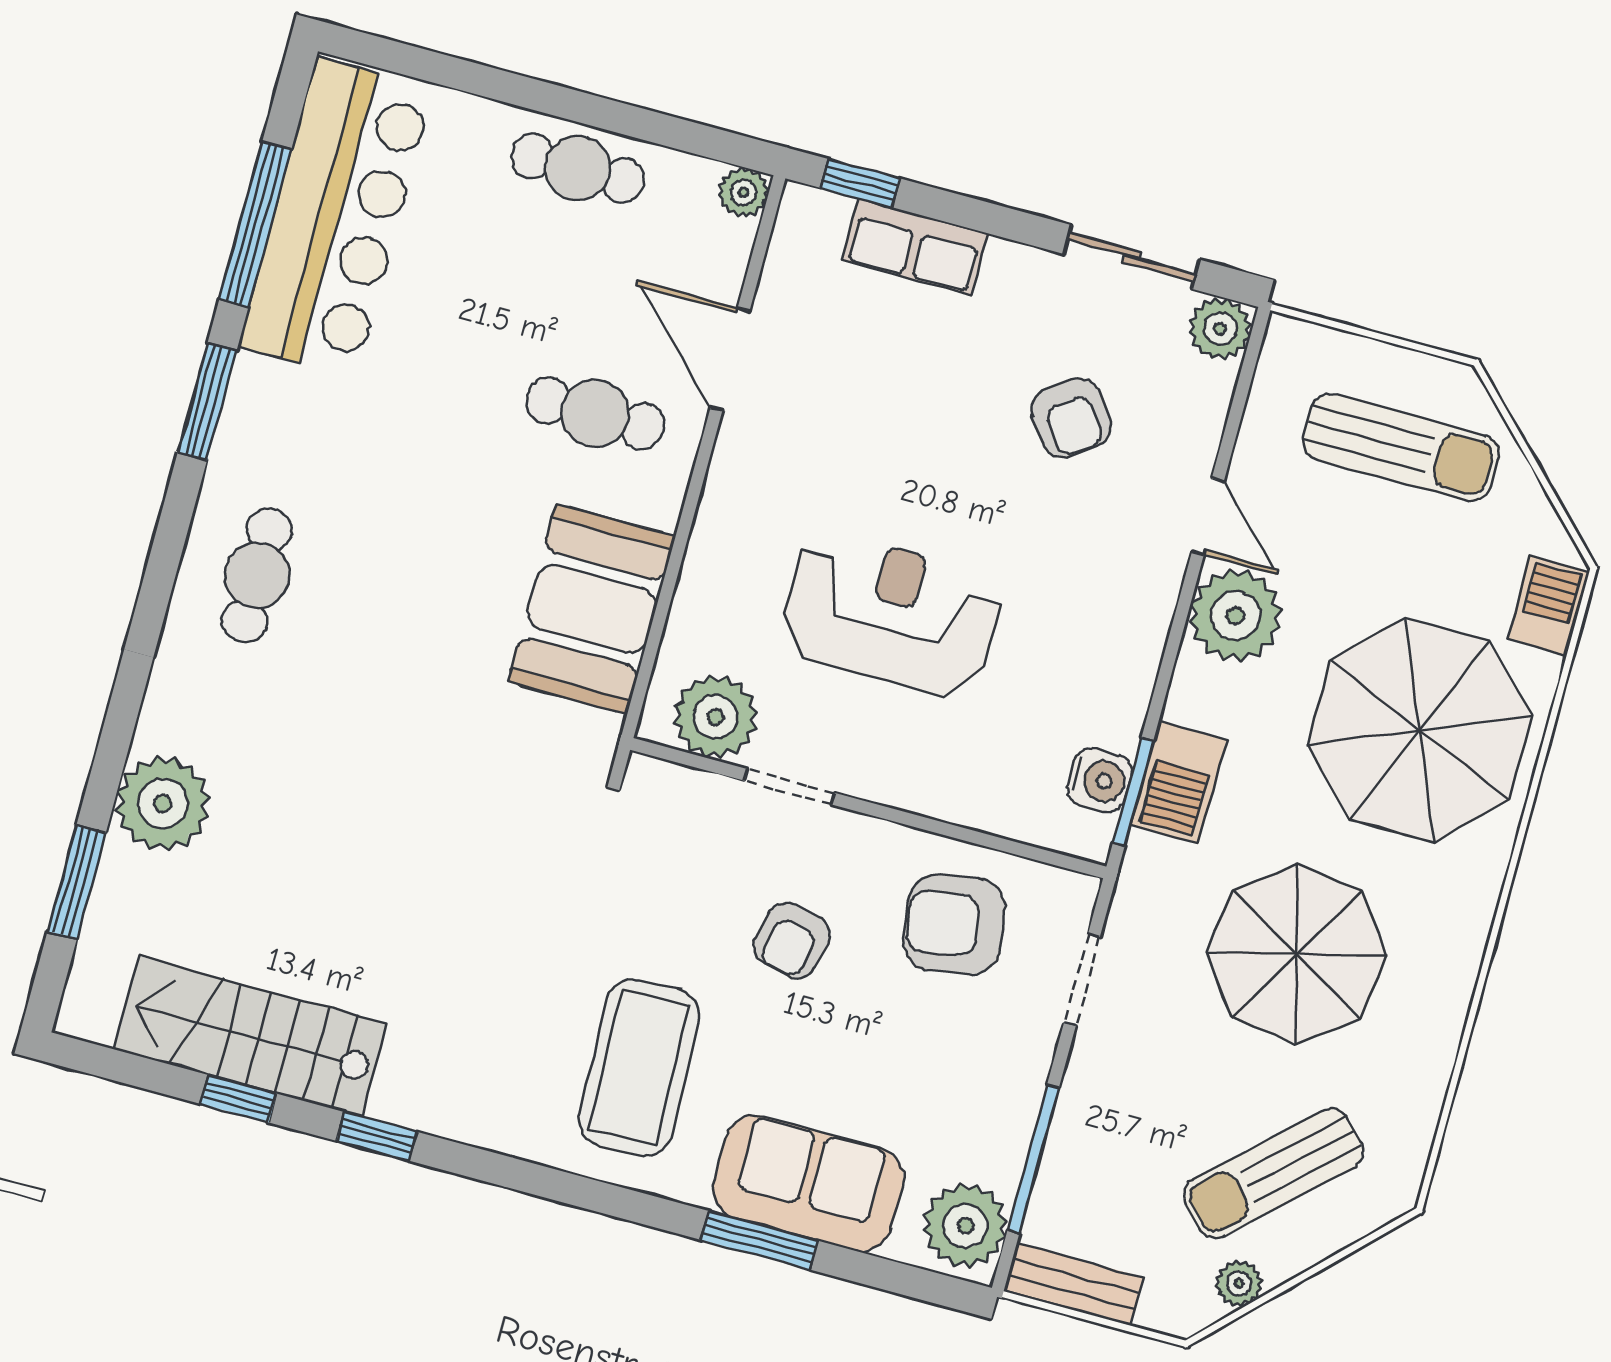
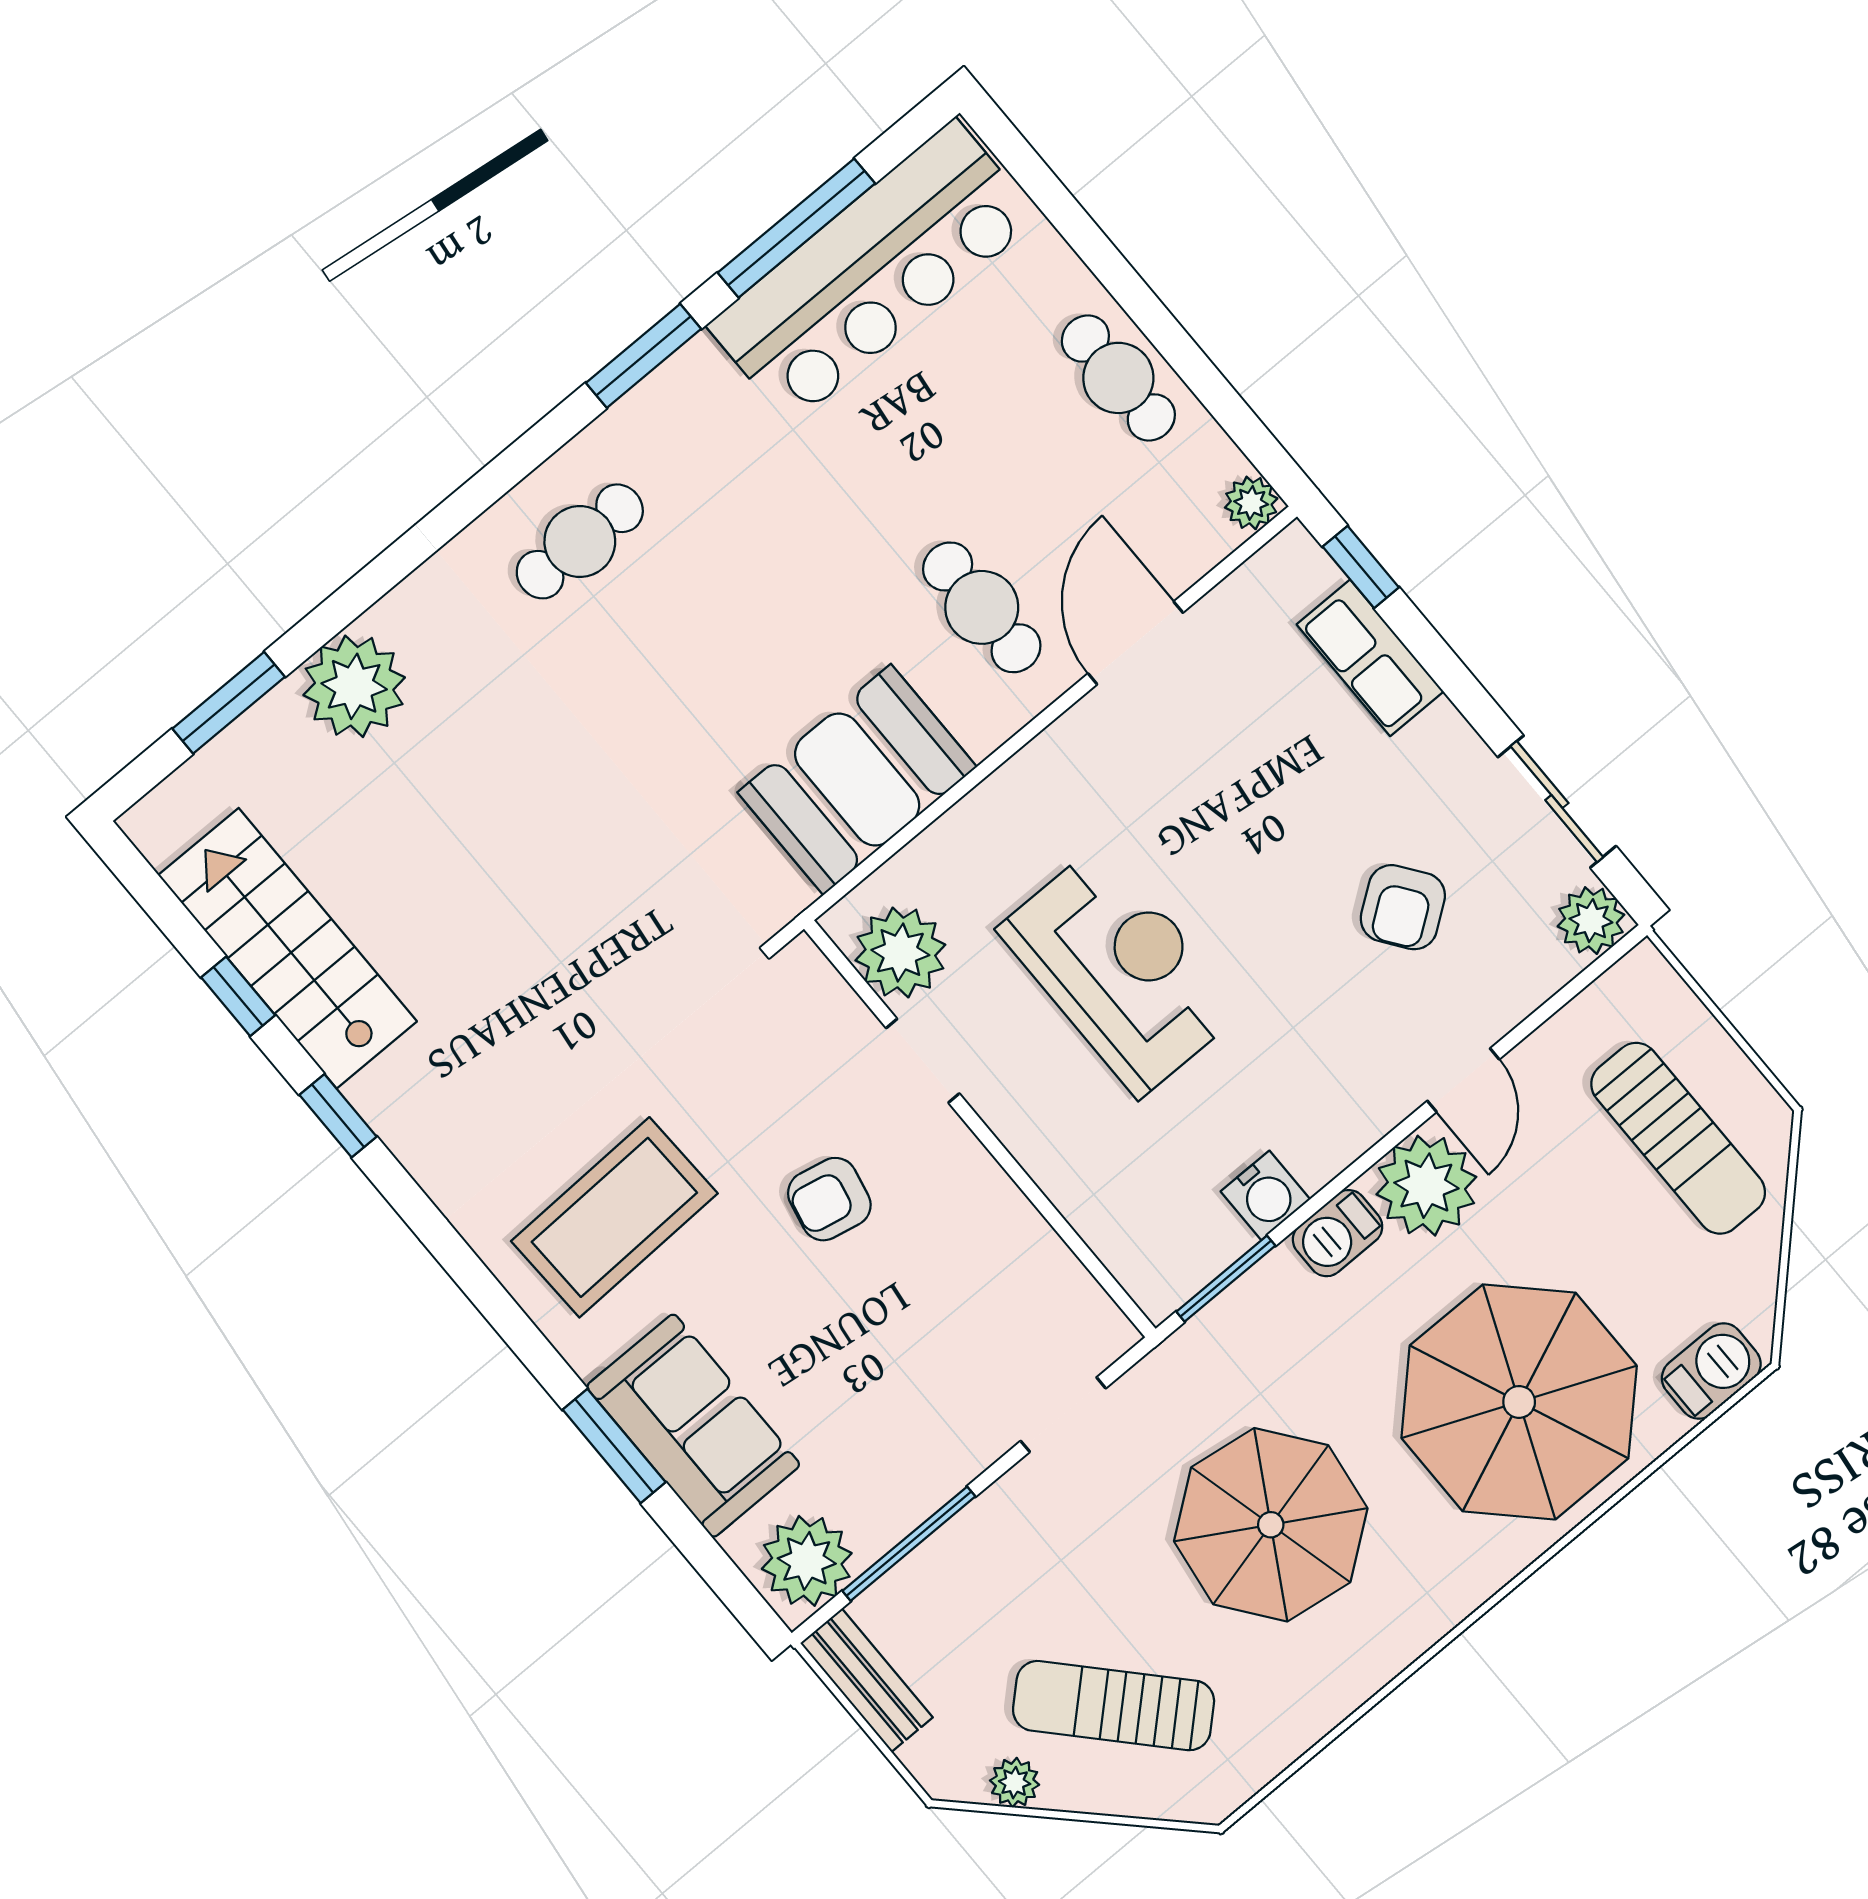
water cooler: (1100, 780) -> (1265, 1195), moved
barbecue: (1178, 783) -> (1338, 1233), moved, width x0.73, depth x0.79
armchair: (954, 924) -> (984, 1286), removed

